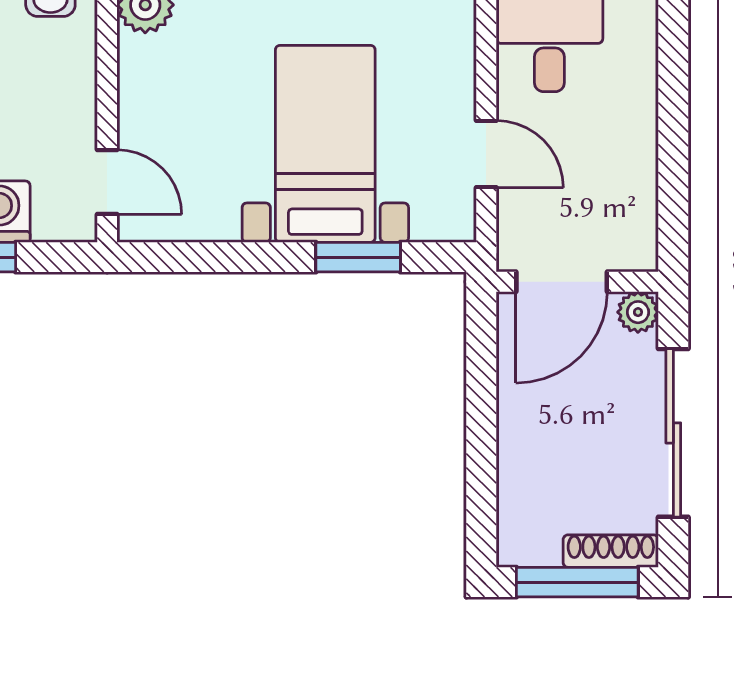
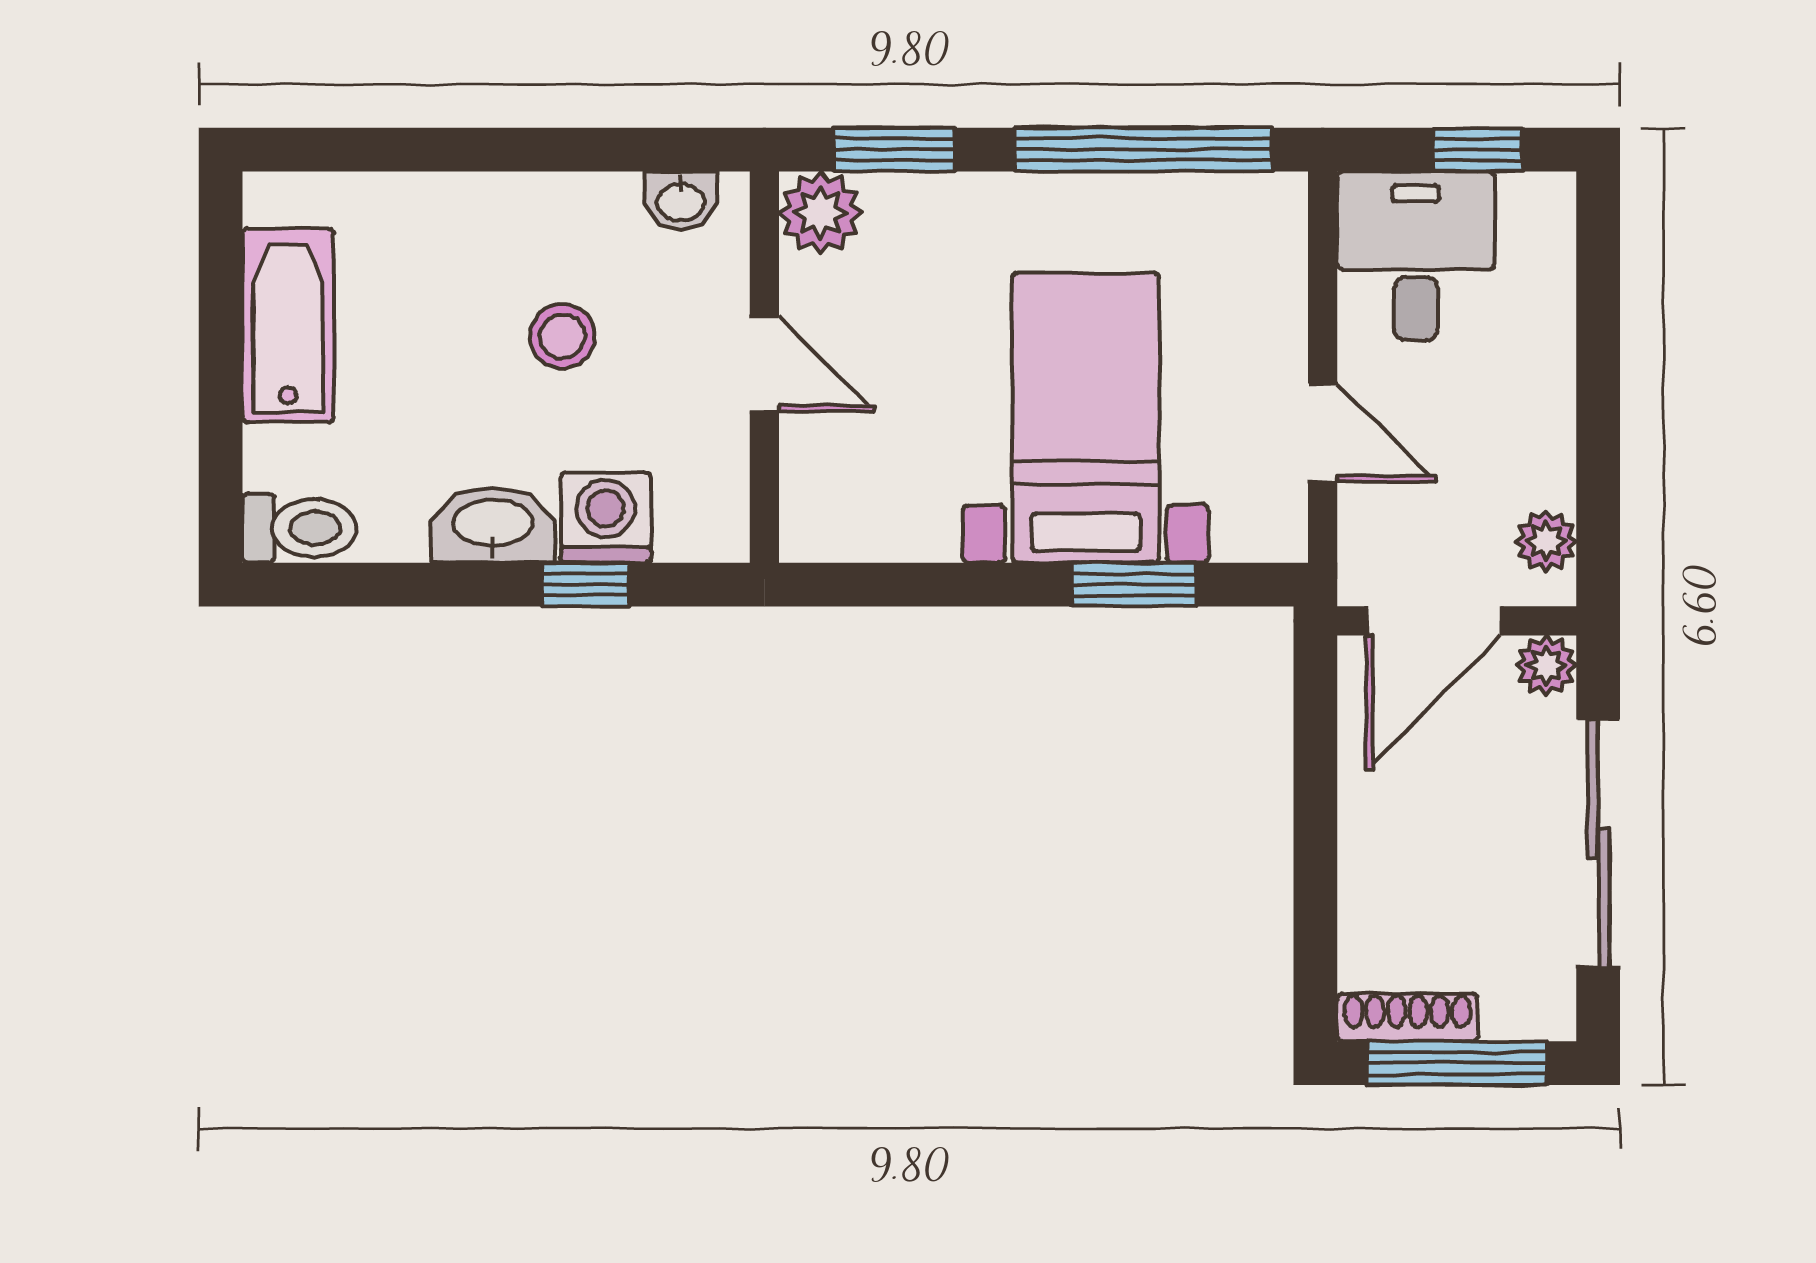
door: (107, 182) -> (764, 364), moved
plant: (638, 228) -> (1546, 541), added
shoe rack: (611, 551) -> (1407, 1017), moved

